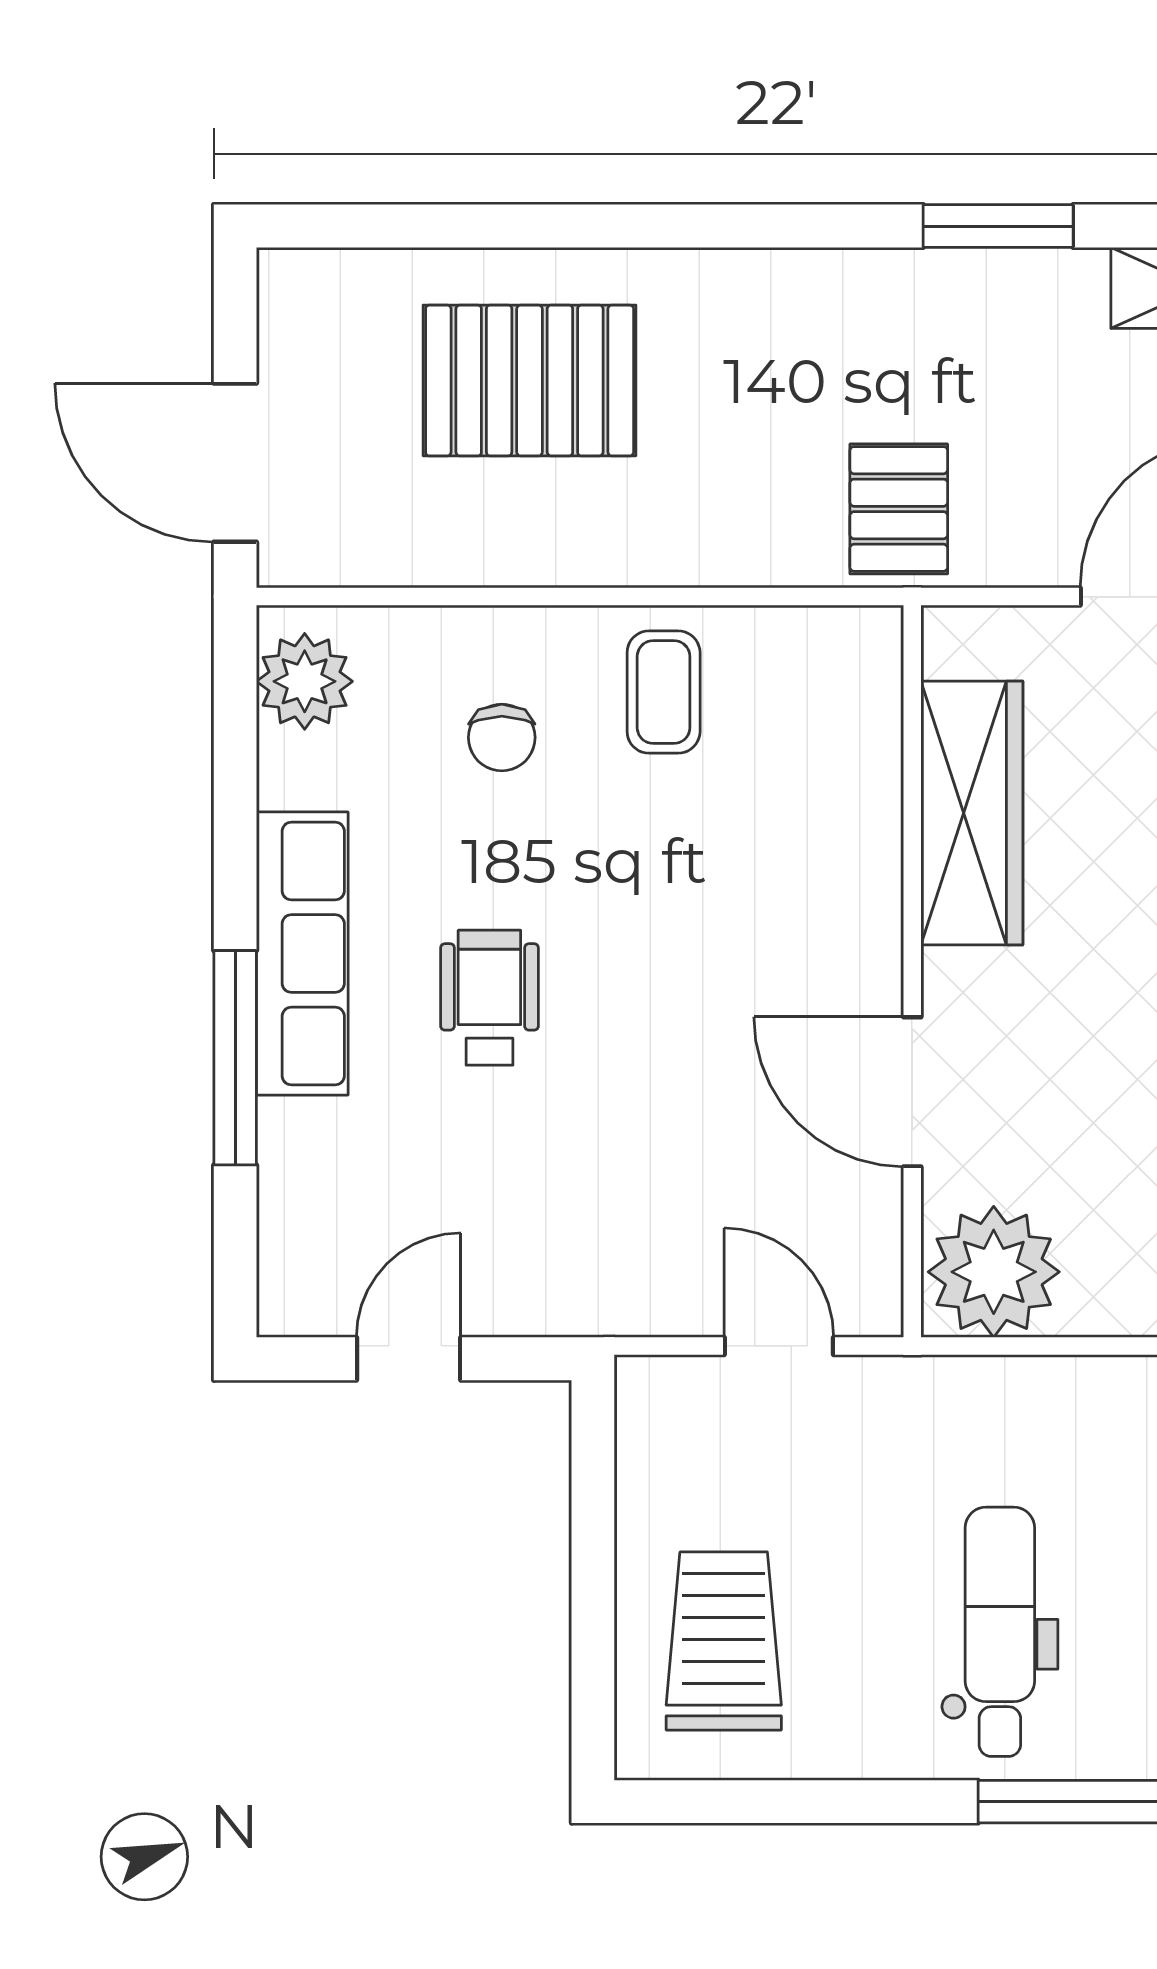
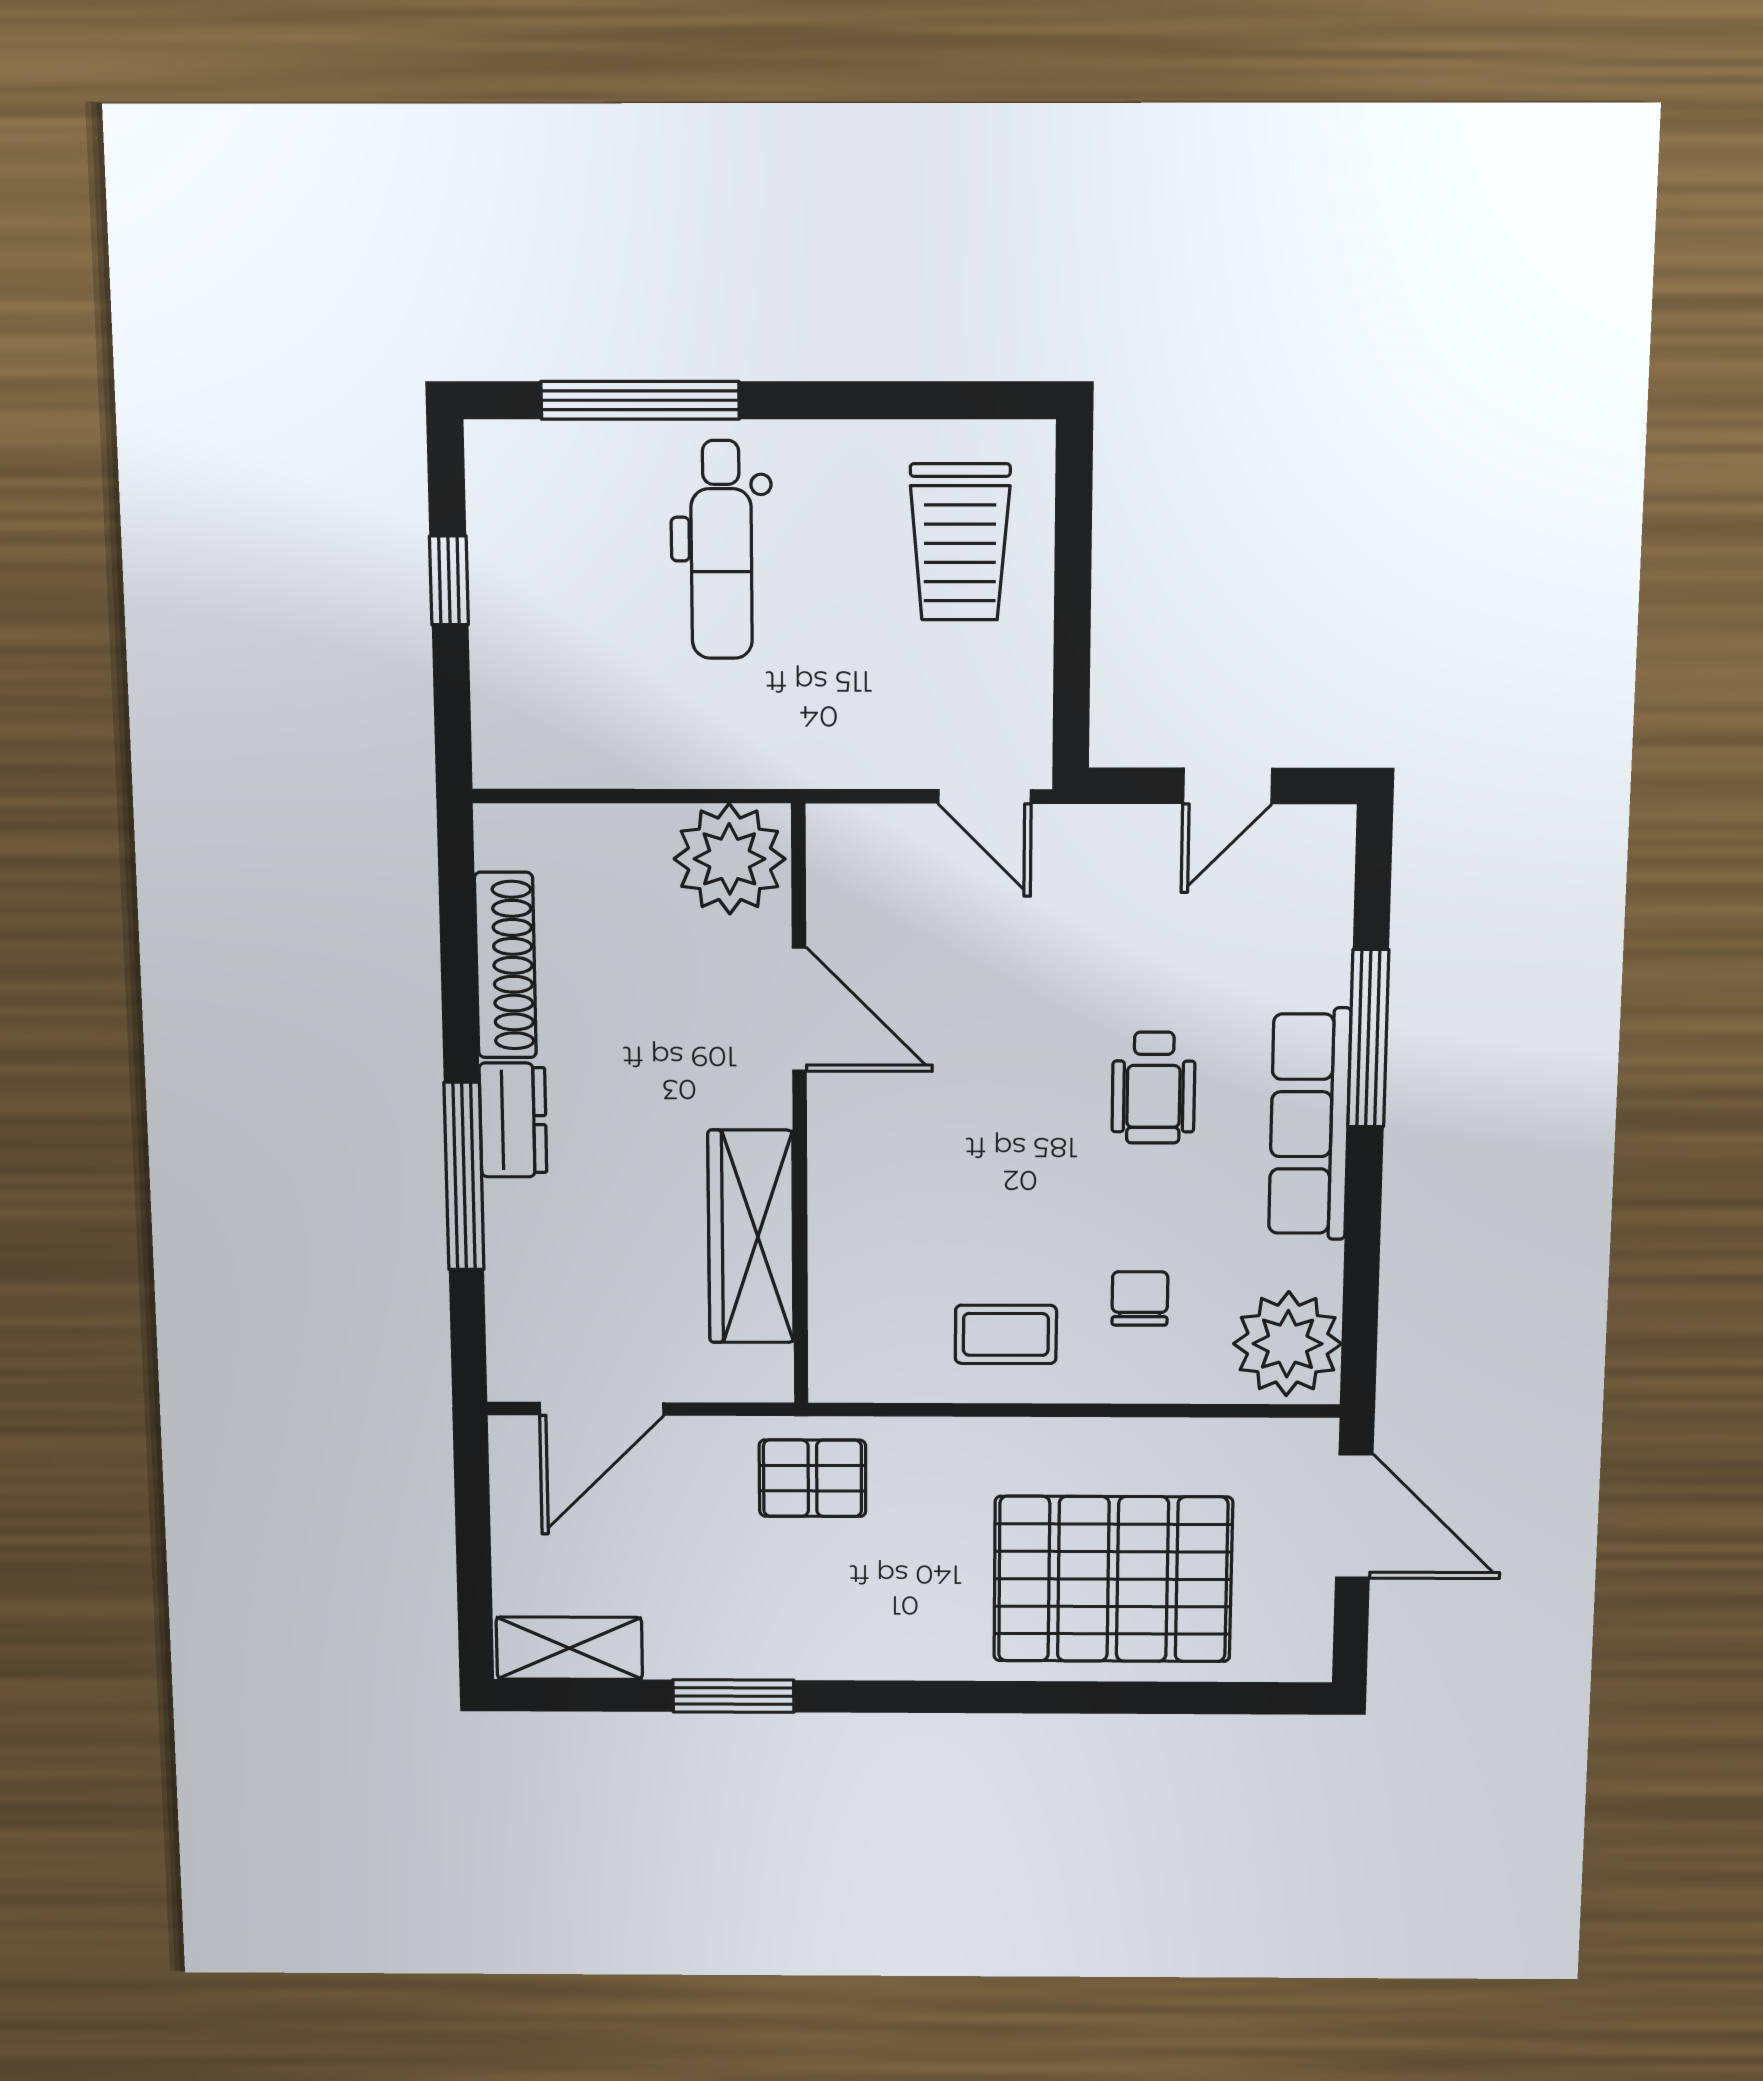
pallet: (530, 380) -> (1113, 1579), width x1.37, depth x1.41
pallet: (899, 509) -> (813, 1478), turned 90
plant: (305, 681) -> (1288, 1344), width x1.36, depth x1.36
coffee table: (664, 692) -> (1006, 1334), turned 90
door: (779, 1346) -> (985, 796), moved

